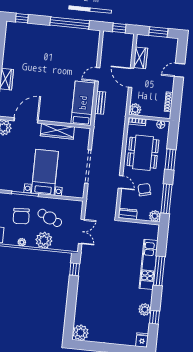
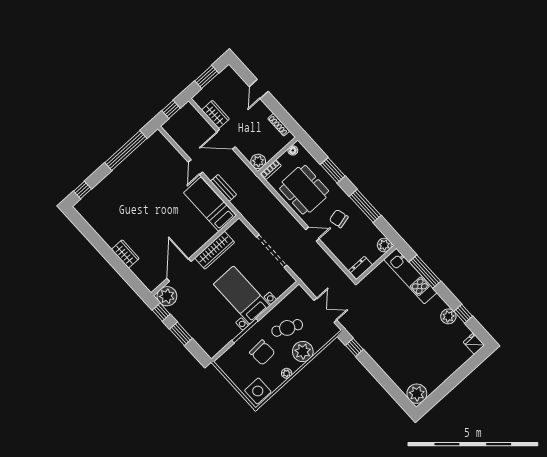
dresser: (128, 214) -> (361, 268), moved
plant: (155, 216) -> (384, 245), moved
wall: (139, 221) -> (376, 264), moved

